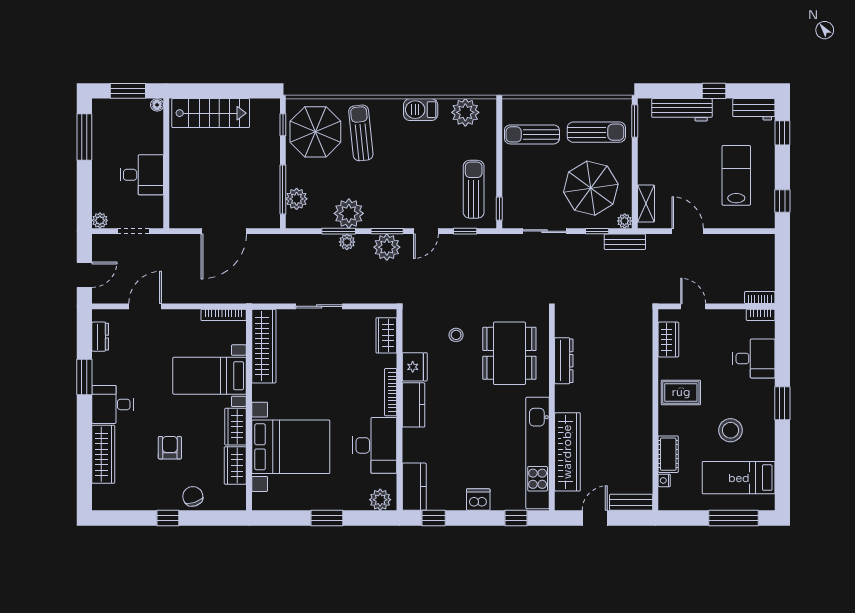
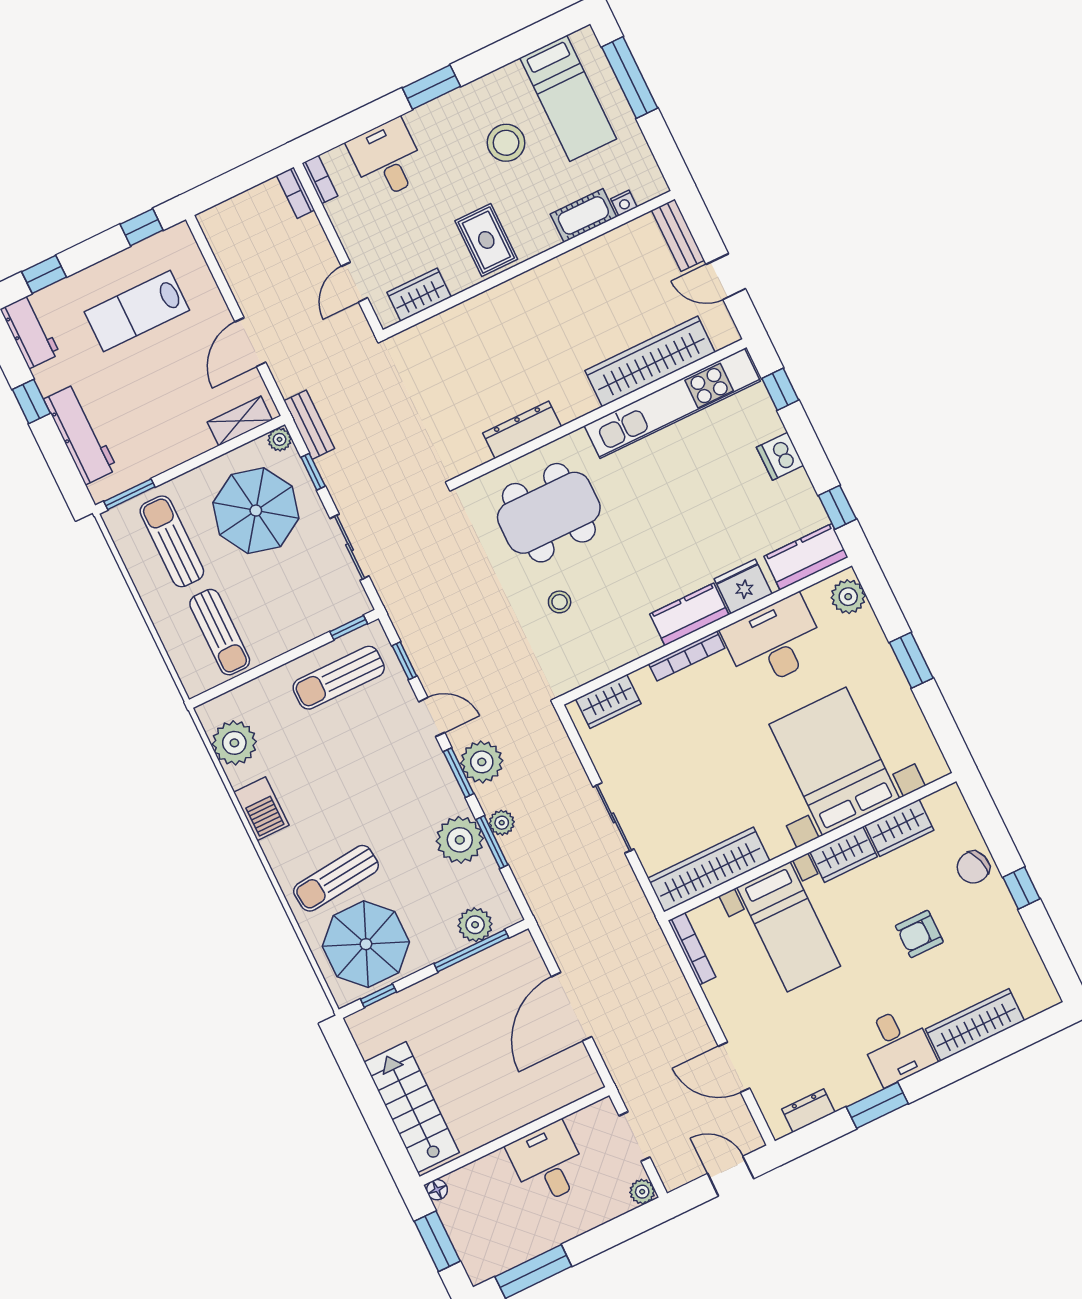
door: (224, 231) -> (572, 1007), swing flipped
fridge: (415, 367) -> (743, 586), moved

